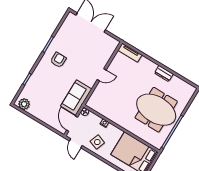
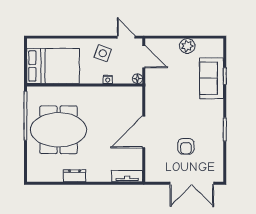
armchair: (58, 60) -> (186, 146), moved
door: (102, 75) -> (144, 132), width x1.88
sofa: (76, 98) -> (212, 78), moved, turned 180
plant: (24, 104) -> (187, 46), moved

